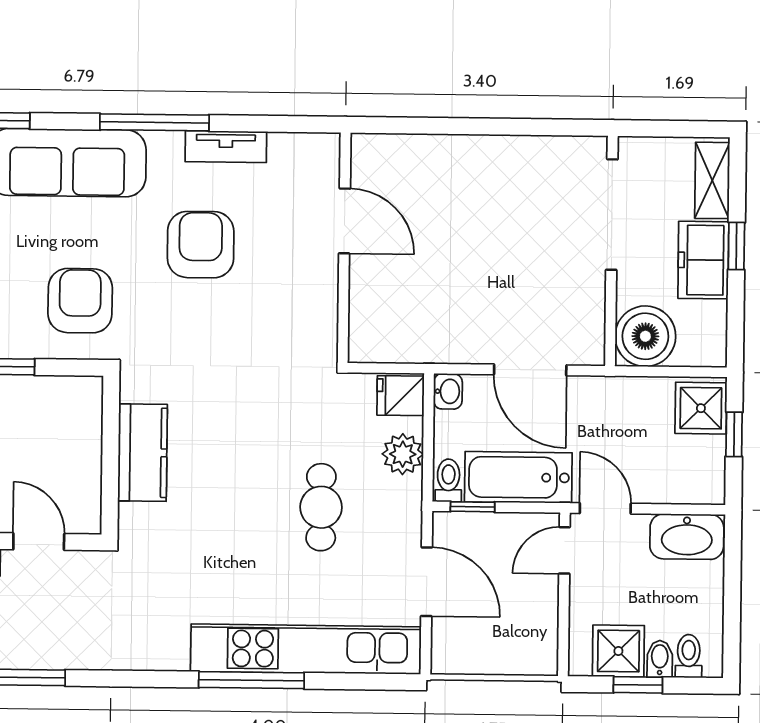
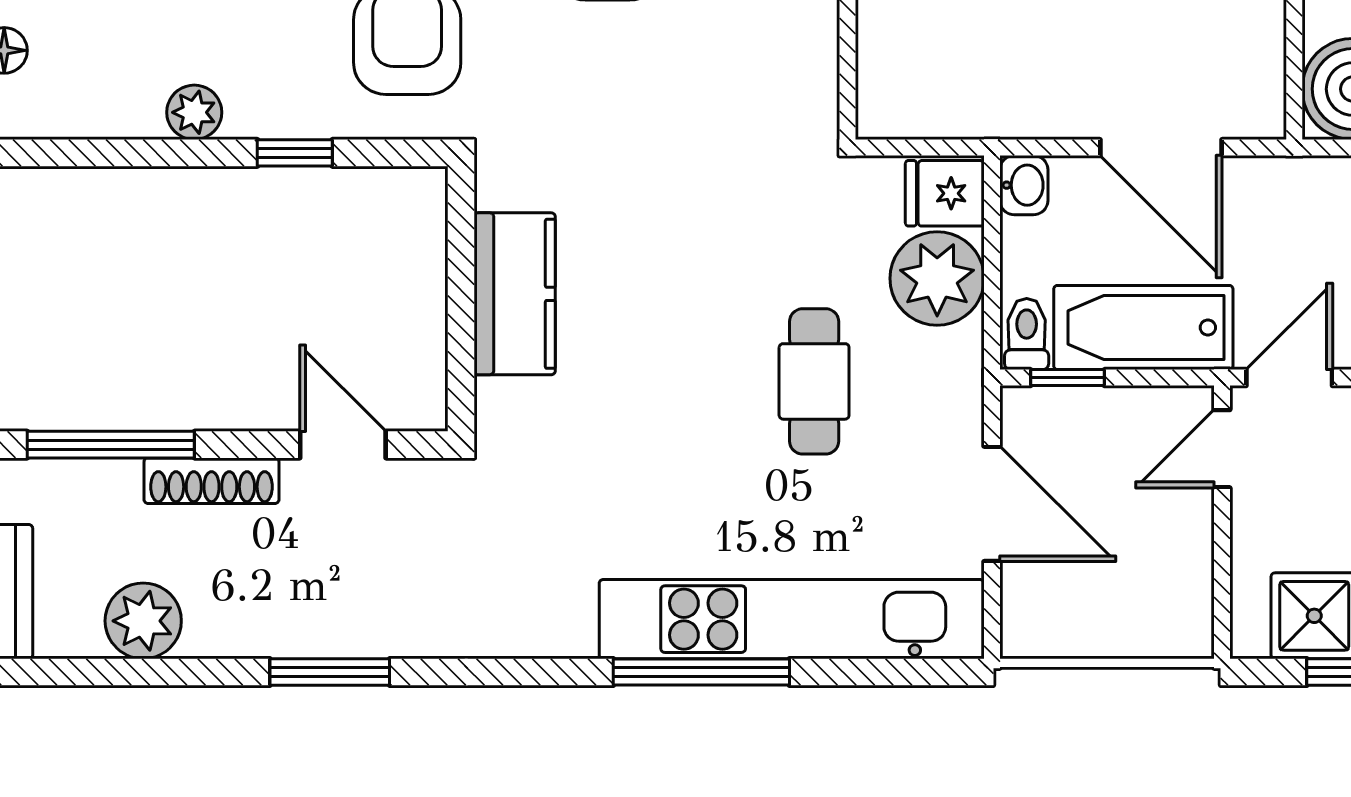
plant: (403, 454) -> (937, 278), width x1.36, depth x1.36
door: (605, 508) -> (1289, 378), hinge flipped

